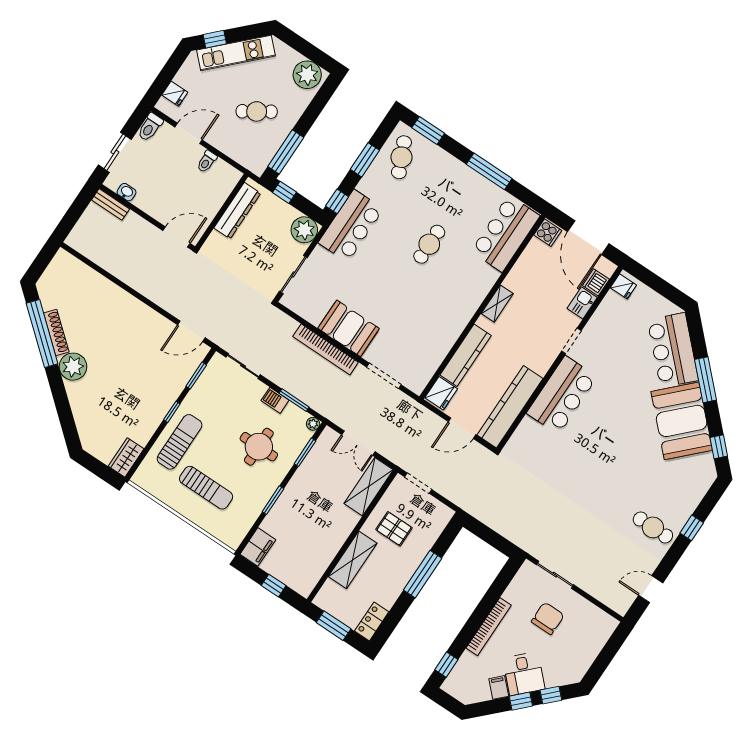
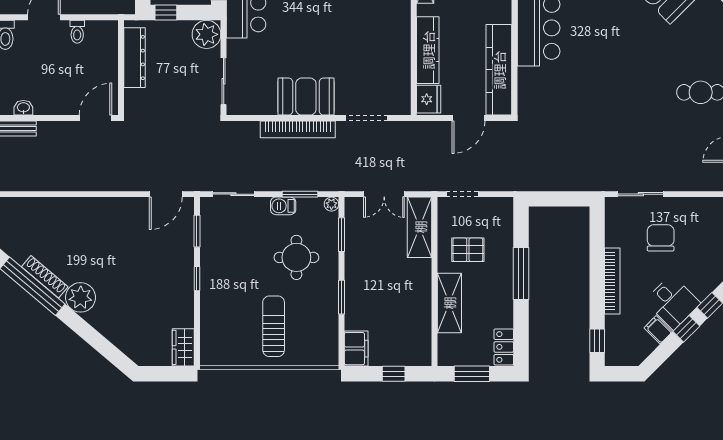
sun lounger: (180, 442) -> (222, 301), removed
sun lounger: (206, 488) -> (274, 326), turned -90

